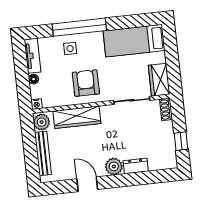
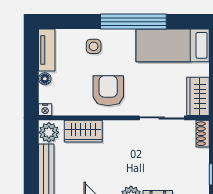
window: (79, 27) -> (133, 22), moved
wardrobe: (77, 117) -> (83, 131), width x0.67

